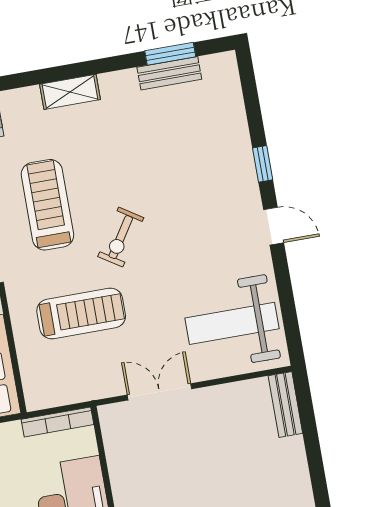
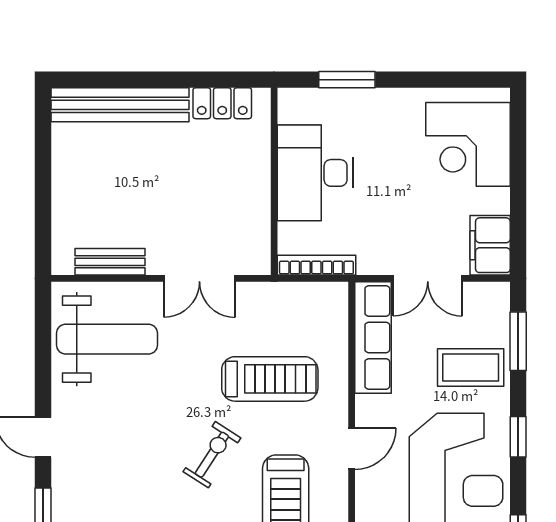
treadmill: (81, 313) -> (270, 379), turned 180
bench: (285, 405) -> (110, 262), moved, turned 90

